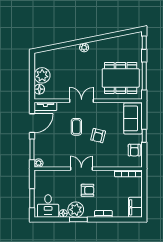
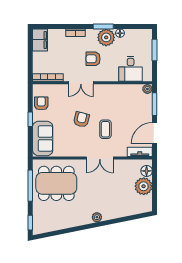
double door: (81, 169) -> (81, 83), moved
desk: (48, 206) -> (131, 69), moved, turned 180

